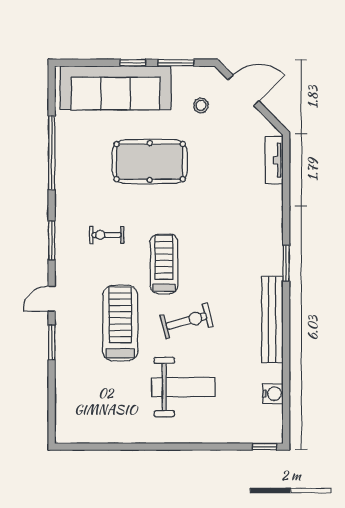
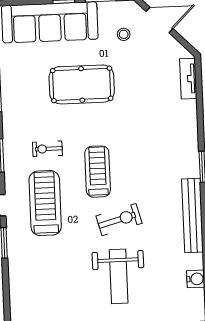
treadmill: (120, 323) -> (45, 203), moved
weight bench: (183, 387) -> (119, 276), turned 90

